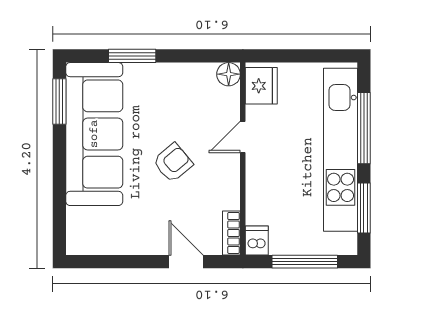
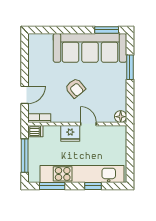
fridge: (261, 86) -> (70, 133), moved
window: (364, 128) -> (93, 186), width x0.46

